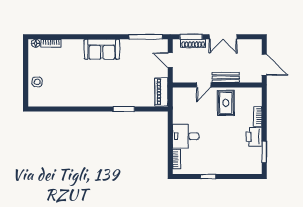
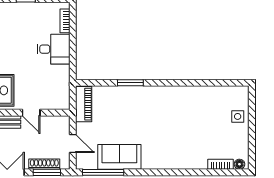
sofa: (102, 49) -> (119, 157), moved
door: (204, 85) -> (31, 113), swing flipped

